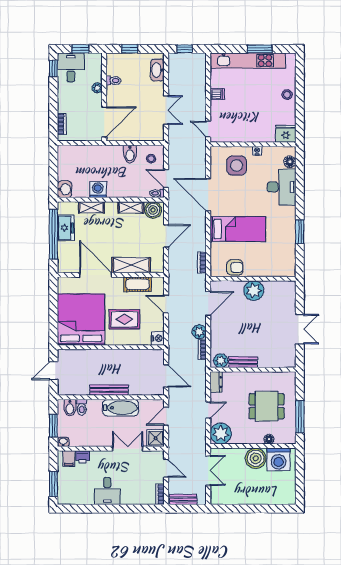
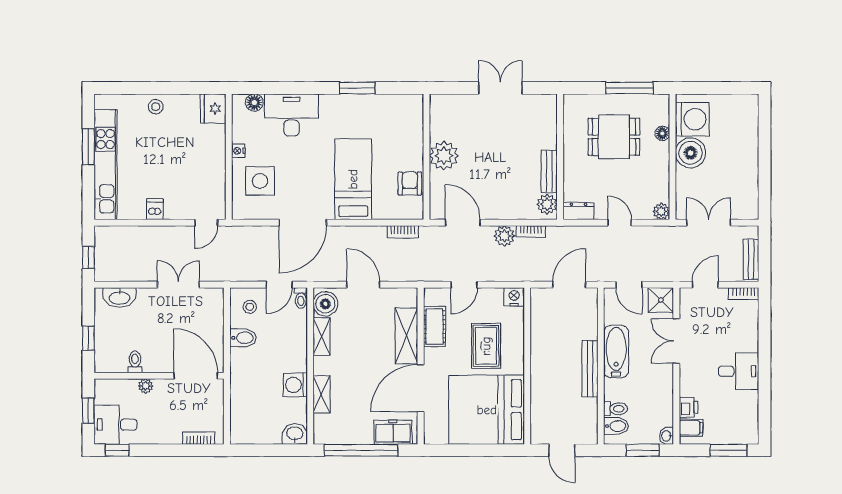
freezer: (66, 228) -> (393, 432), moved
dining table: (267, 406) -> (614, 137), turned 90
plant: (221, 434) -> (661, 211), width x0.53, depth x0.53

